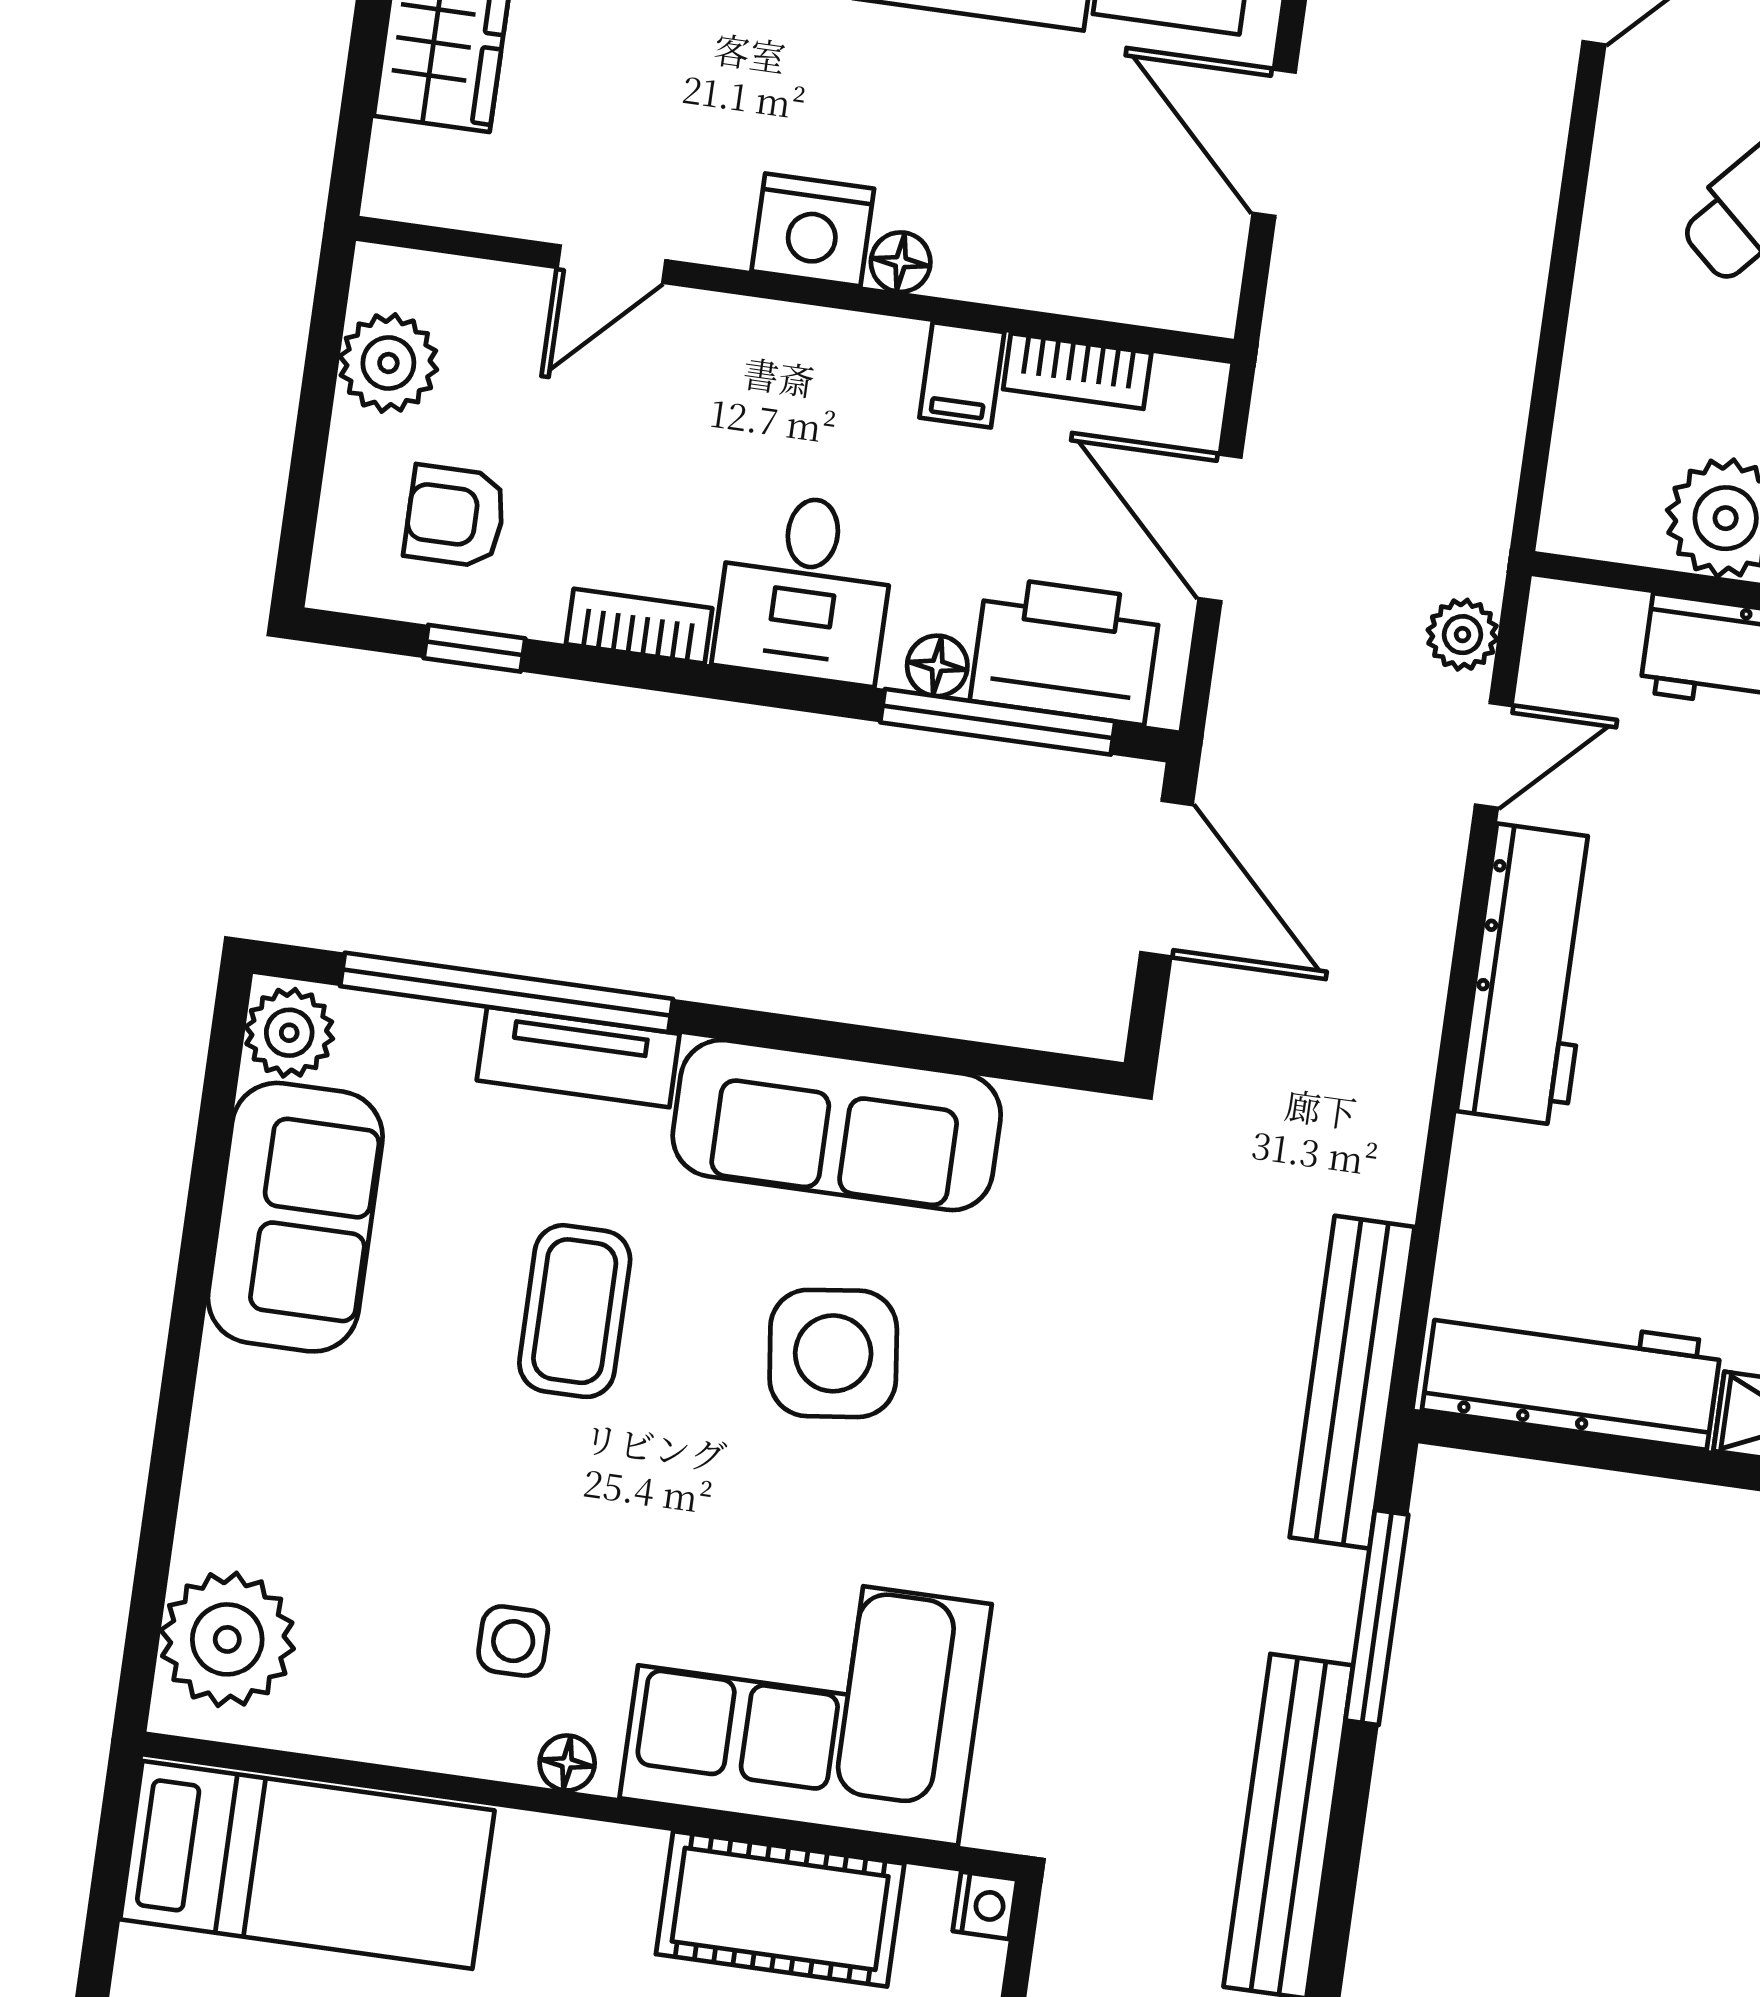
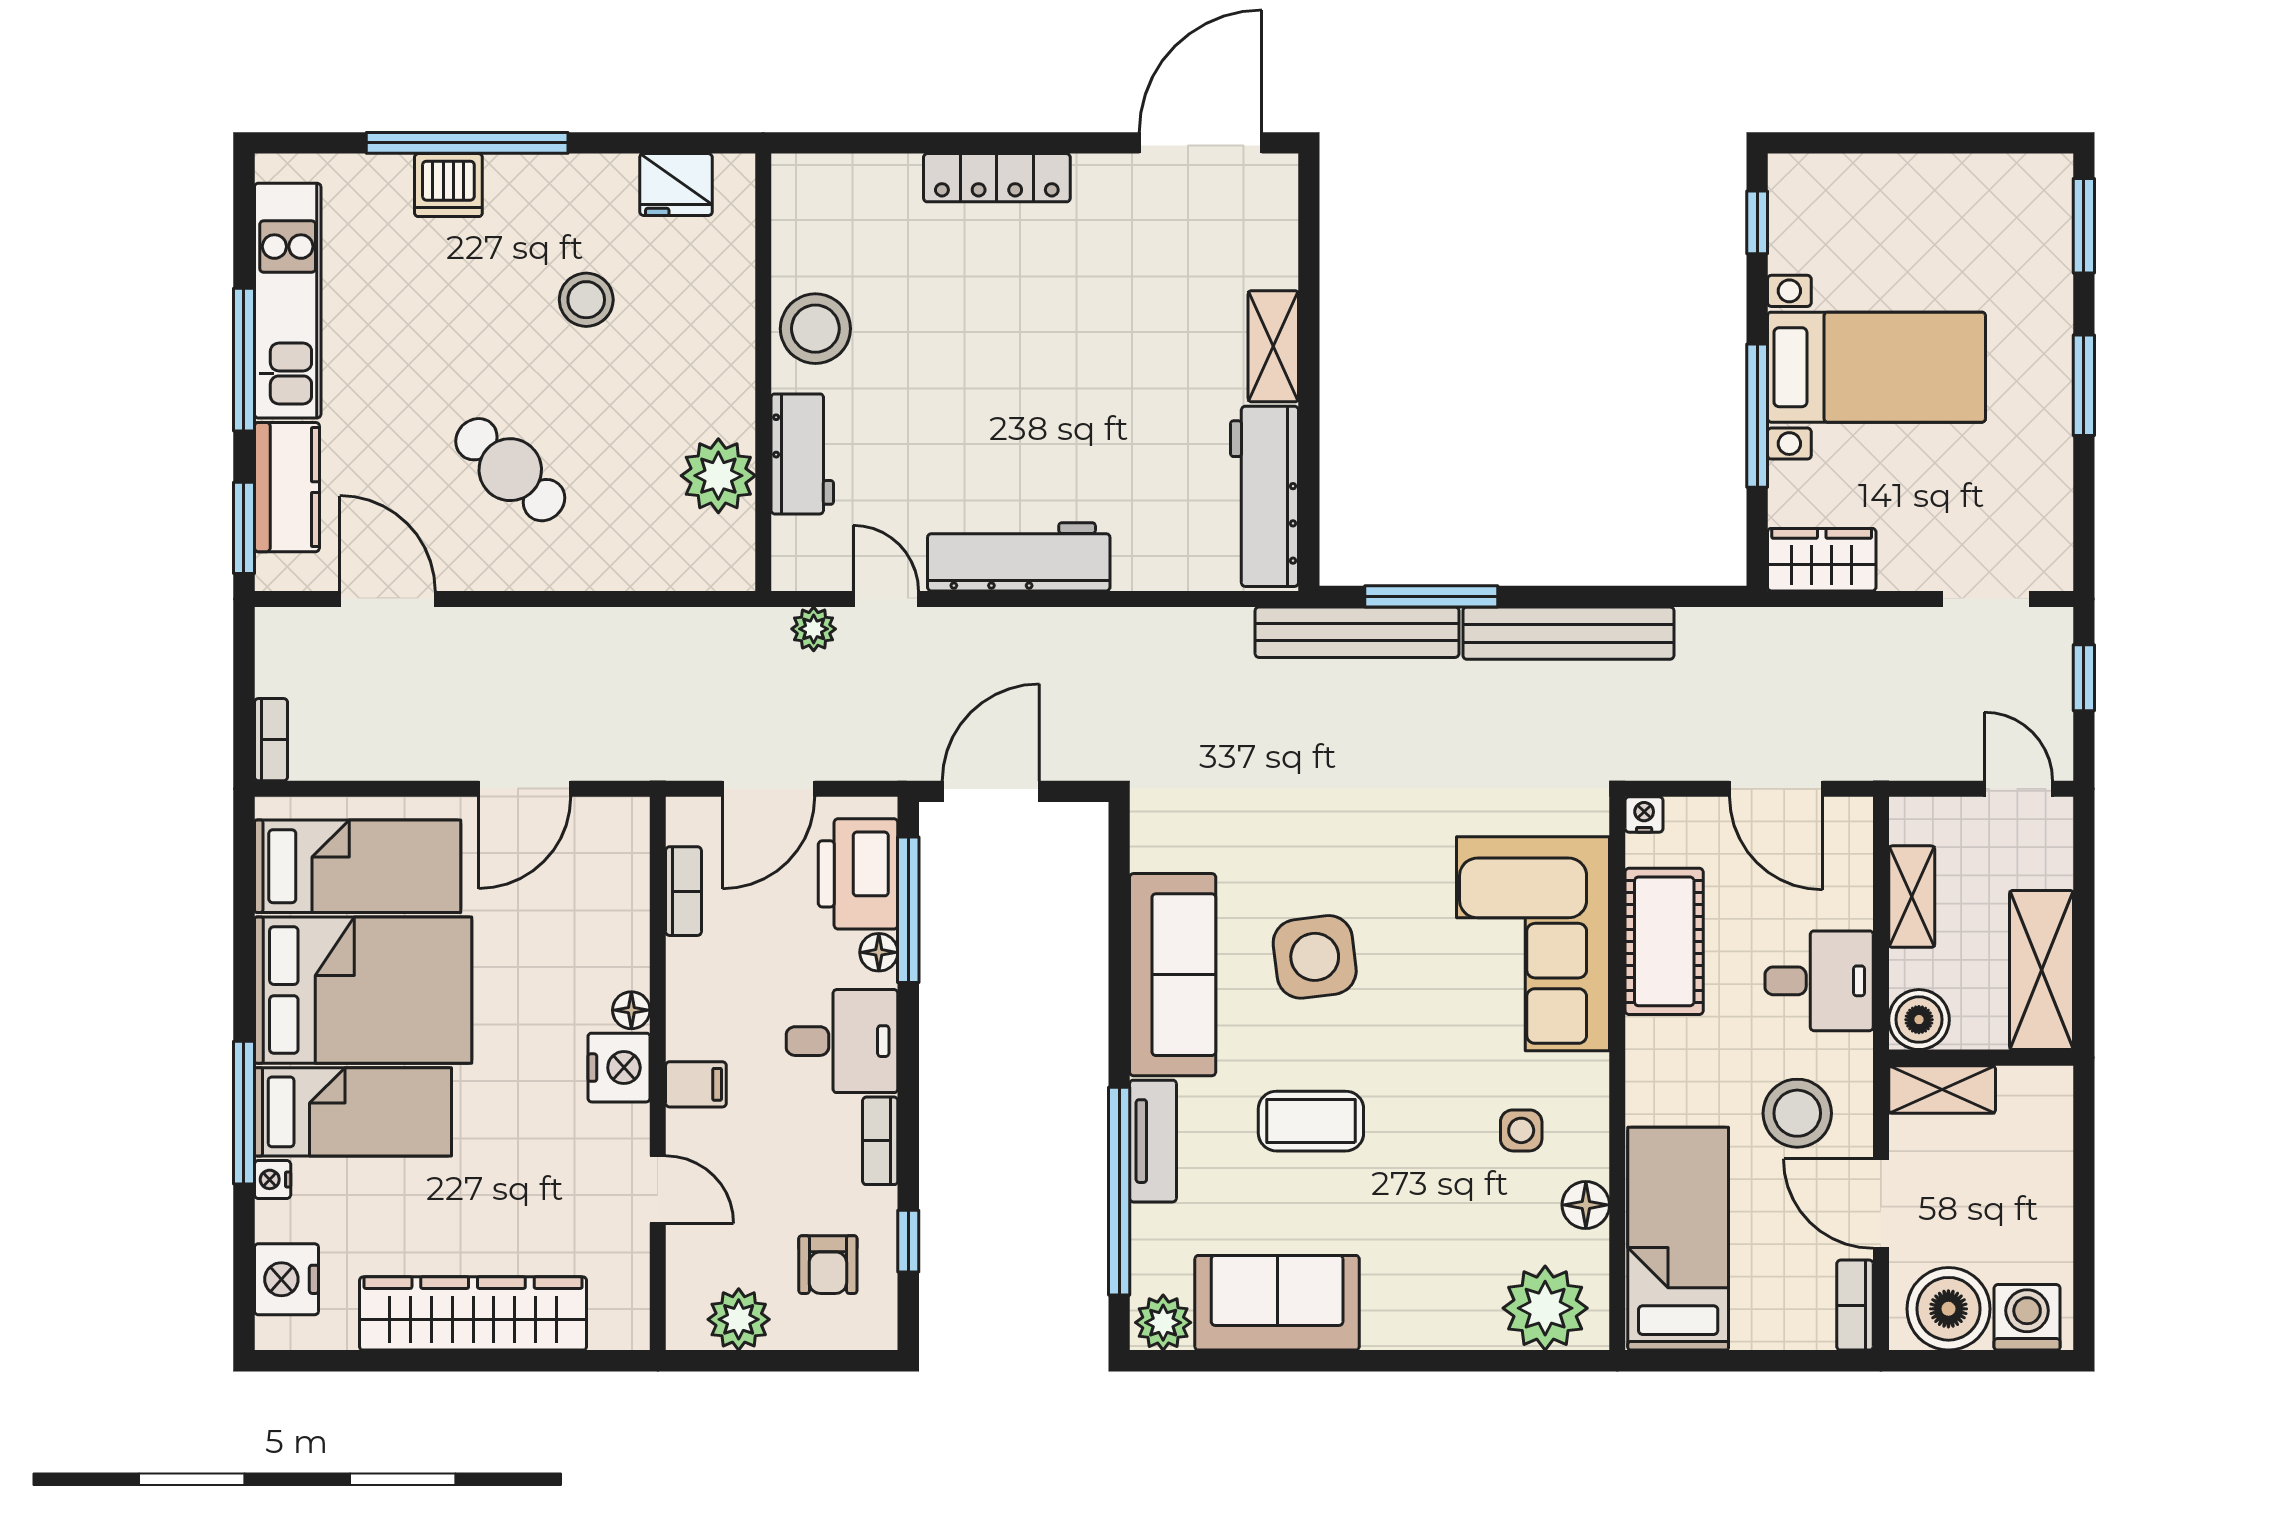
filing cabinet: (962, 375) -> (696, 1084), moved
bench: (1352, 1382) -> (1357, 632), moved
floor lamp: (567, 1763) -> (1586, 1205), moved, width x1.37, depth x1.37

